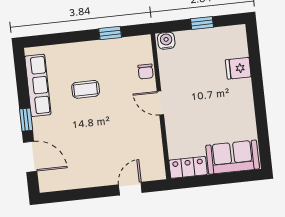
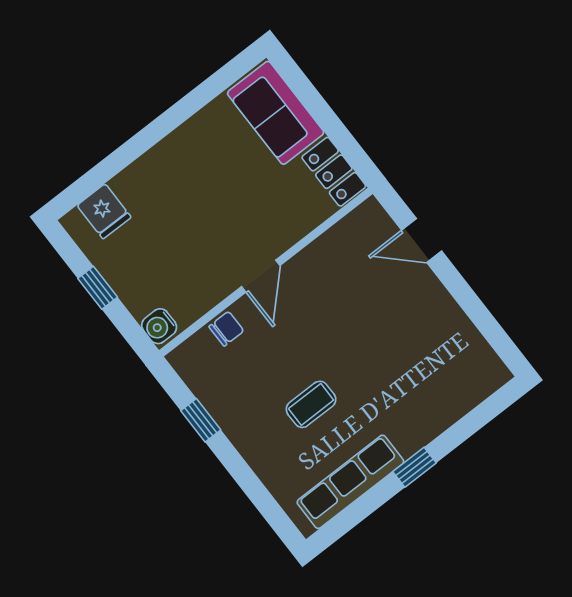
fridge: (238, 68) -> (104, 211), moved
coffee table: (86, 89) -> (311, 404), turned 90
door: (30, 157) -> (468, 426), removed

